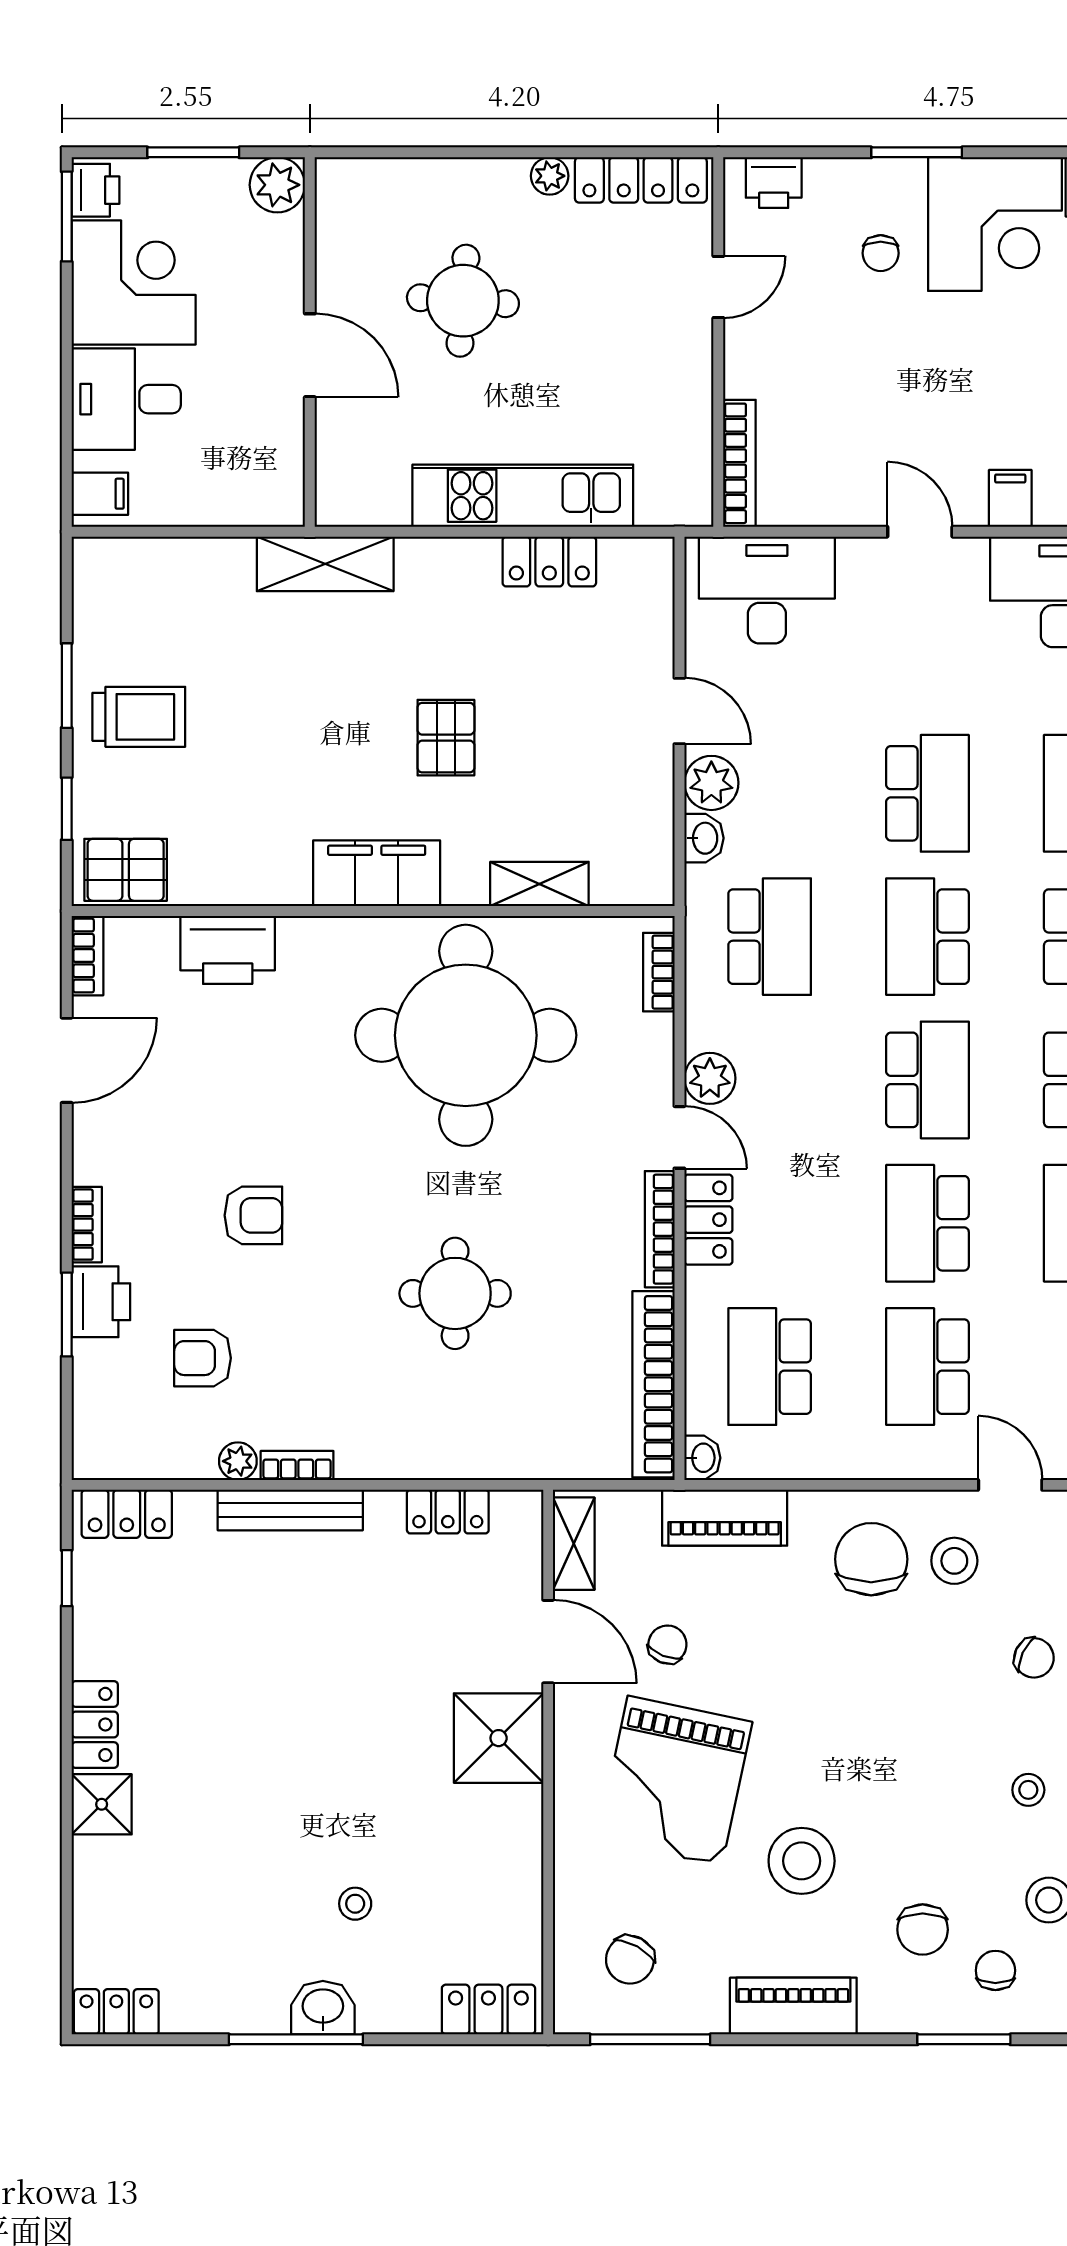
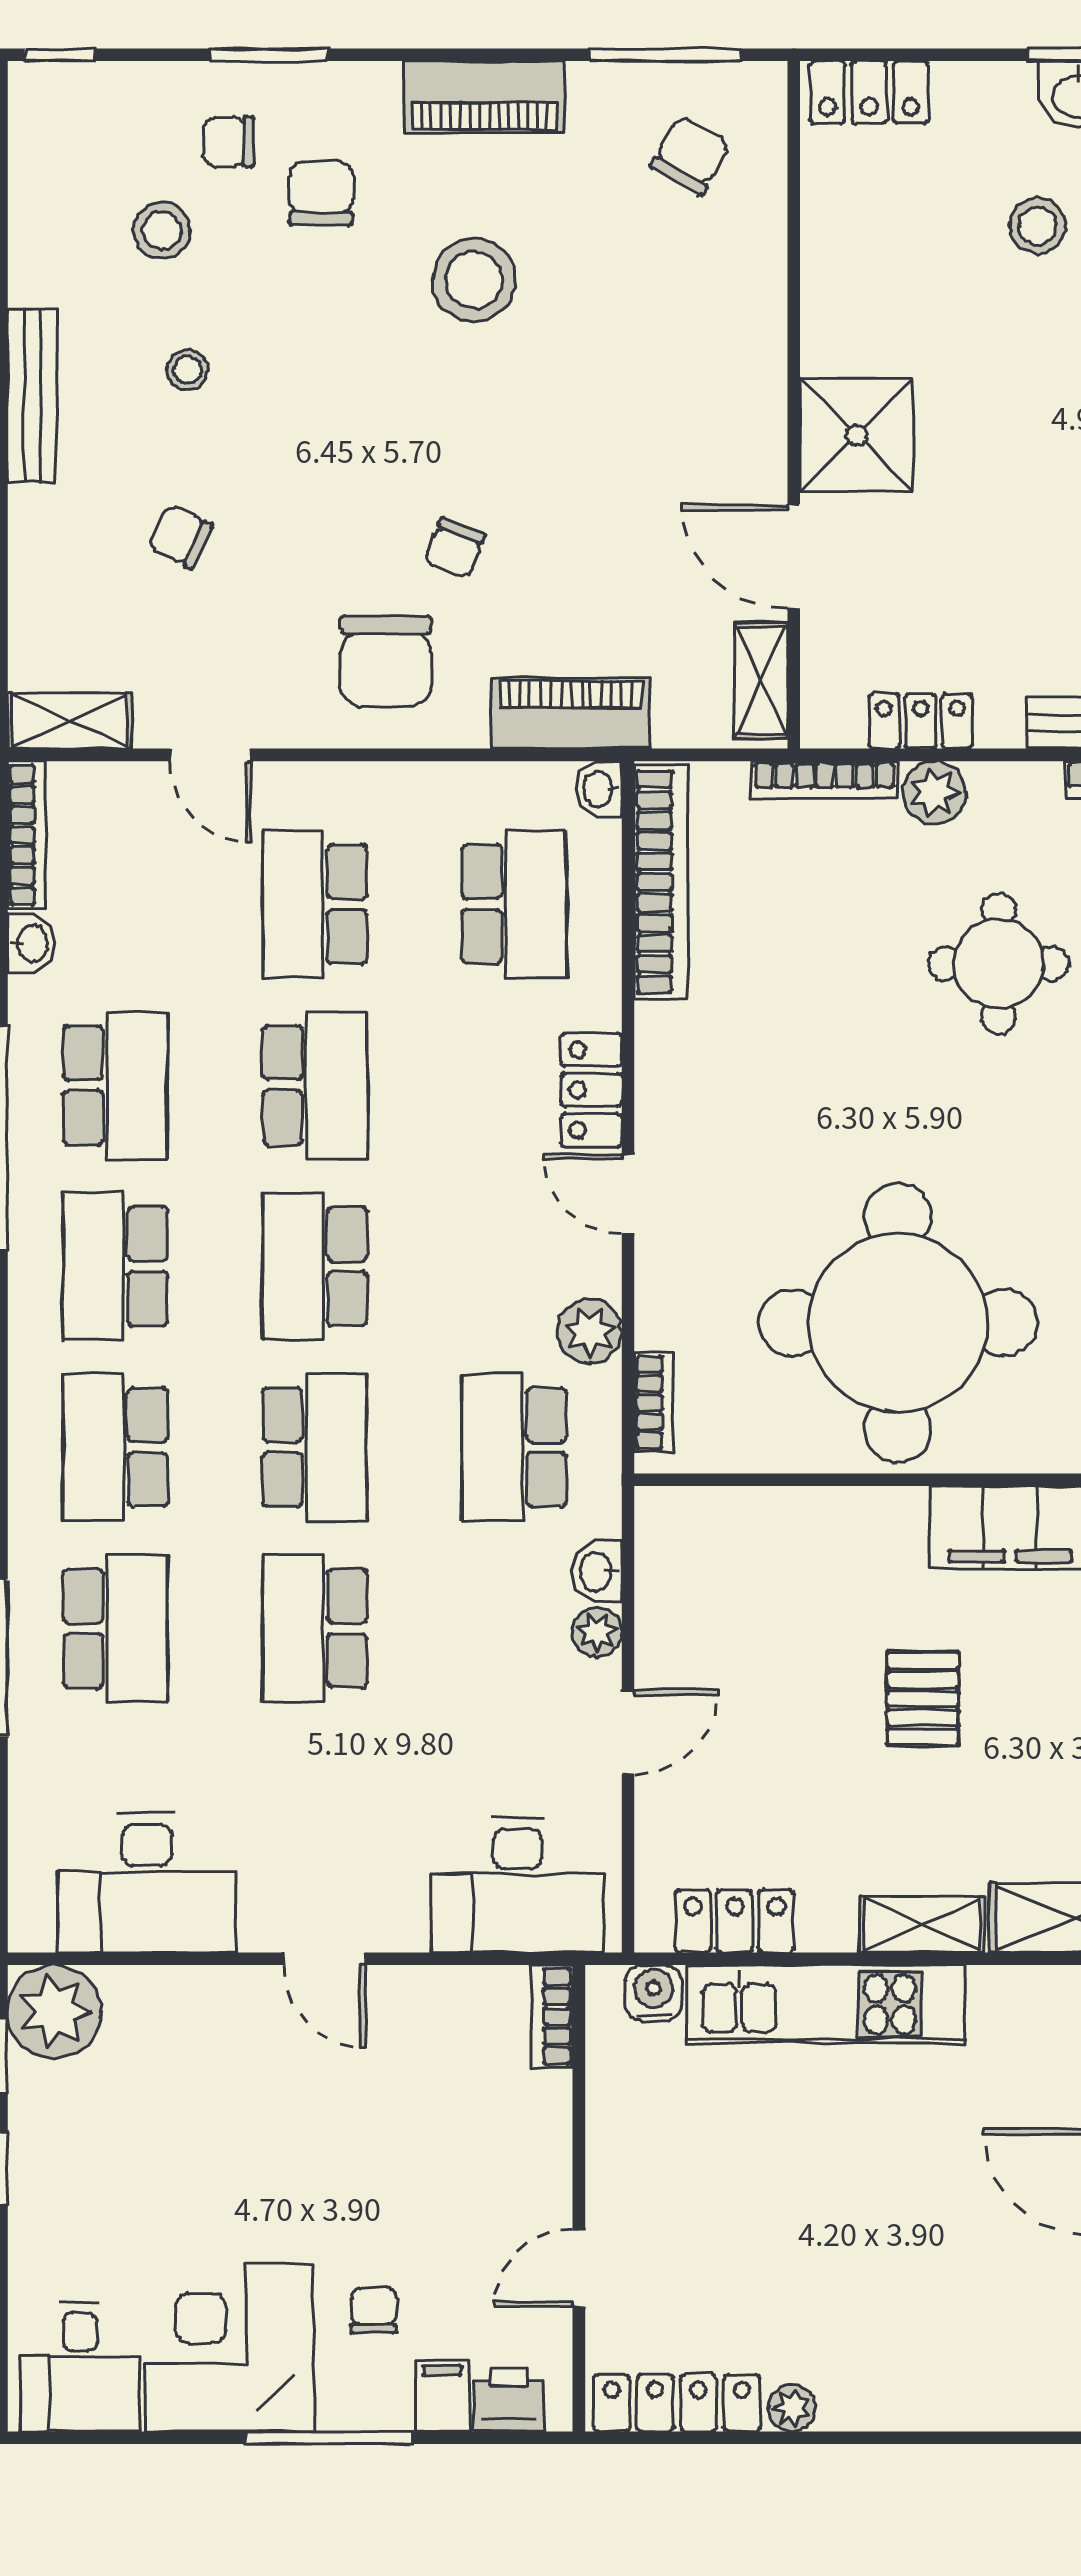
window: (917, 152) -> (328, 2438), width x1.44
round table: (463, 301) -> (901, 2250), removed
bookcase: (739, 463) -> (552, 2016), width x0.64
filing cabinet: (1010, 498) -> (442, 2396), moved, turned 180
water cooler: (659, 505) -> (654, 1993), added
locker: (549, 562) -> (735, 1921), moved
door: (679, 711) -> (628, 1732), swing flipped
plant: (711, 783) -> (597, 1632), width x0.73, depth x0.73
shelving: (539, 884) -> (922, 1925), moved
plant: (710, 1078) -> (590, 1331), moved
bookcase: (660, 1229) -> (825, 780), moved, turned 90
round table: (455, 1293) -> (999, 963), moved
school desk: (927, 1367) -> (315, 904), turned 180
plant: (437, 1455) -> (934, 793), added
stool: (954, 1561) -> (281, 659), removed
chair: (667, 1645) -> (454, 548), moved
grand piano: (675, 1781) -> (634, 381), removed
stool: (355, 1904) -> (1038, 226), width x1.37, depth x1.37
chair: (995, 1970) -> (229, 142), turned 90

